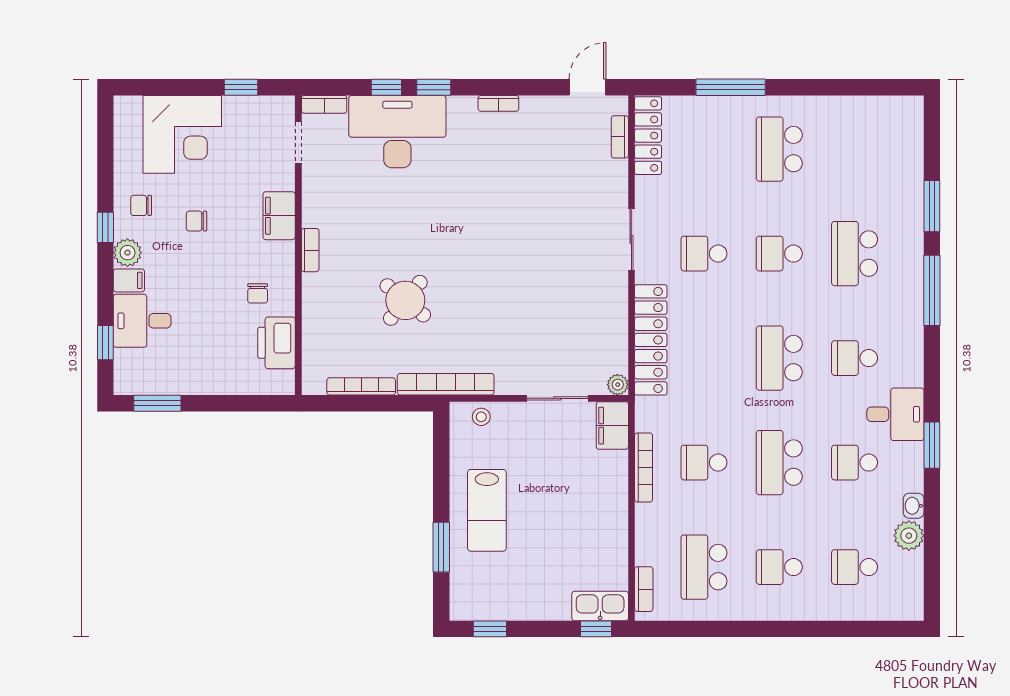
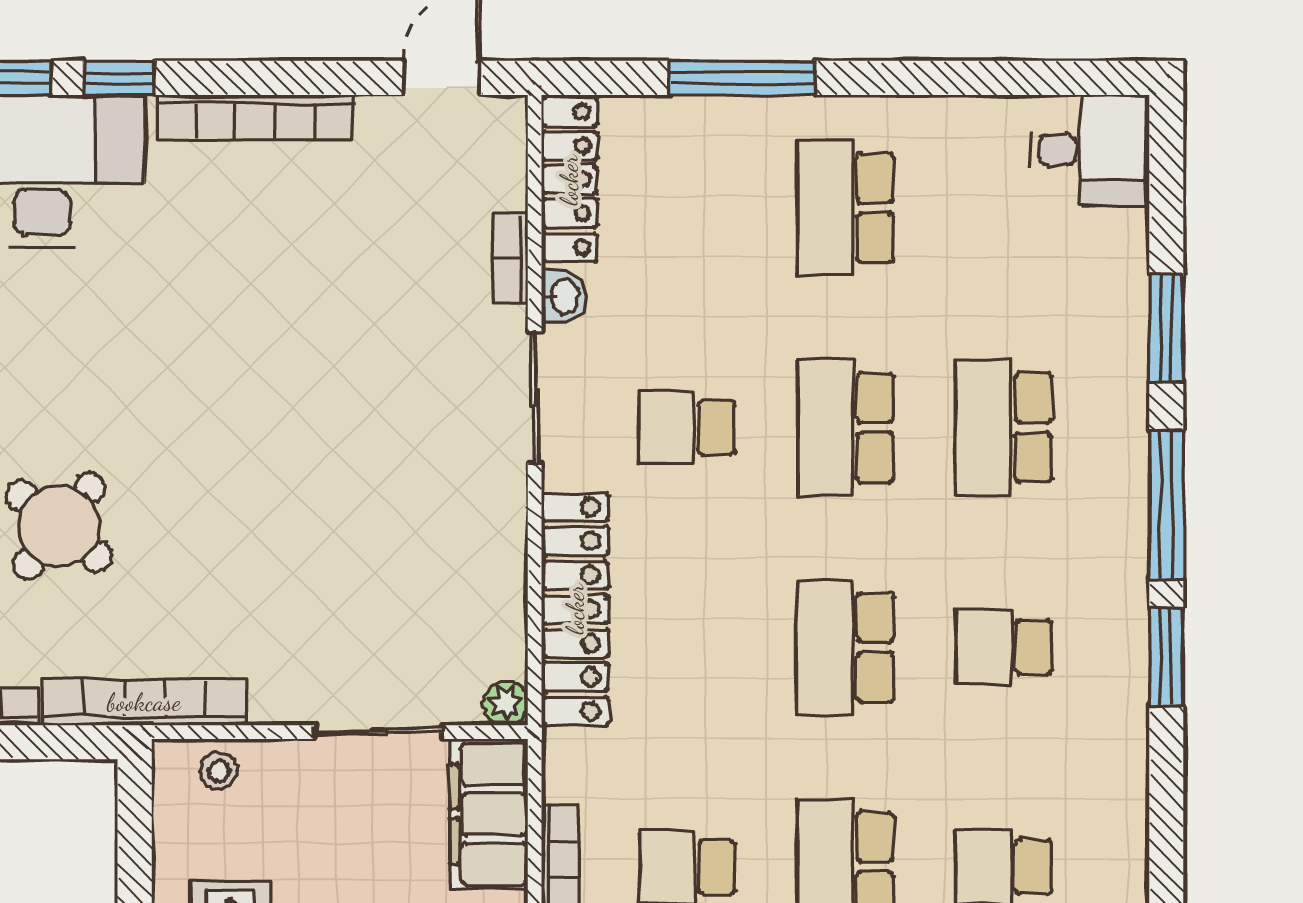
bookcase: (498, 103) -> (255, 117), width x2.31, depth x1.31
bookcase: (620, 137) -> (510, 259), moved
washbasin: (645, 191) -> (564, 296), added
school desk: (779, 254) -> (845, 428), width x1.85
desk: (895, 414) -> (1090, 150), moved
filing cabinet: (612, 426) -> (489, 814), width x1.50, depth x1.17
window: (932, 445) -> (1166, 657), moved

